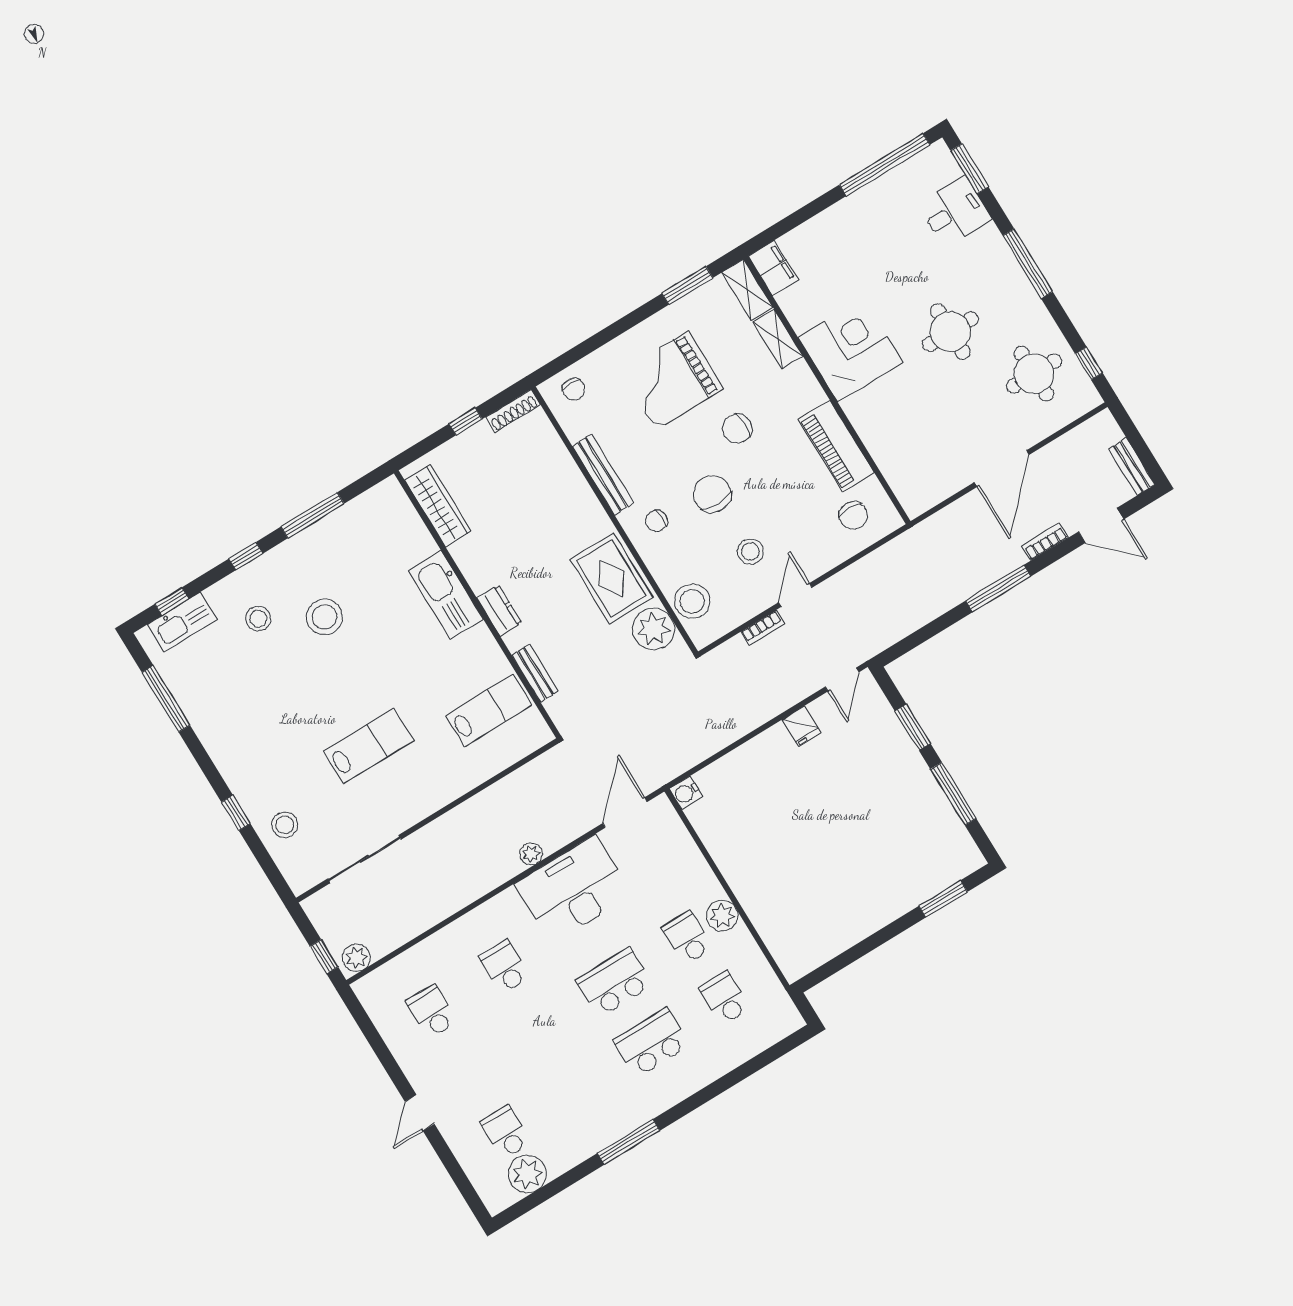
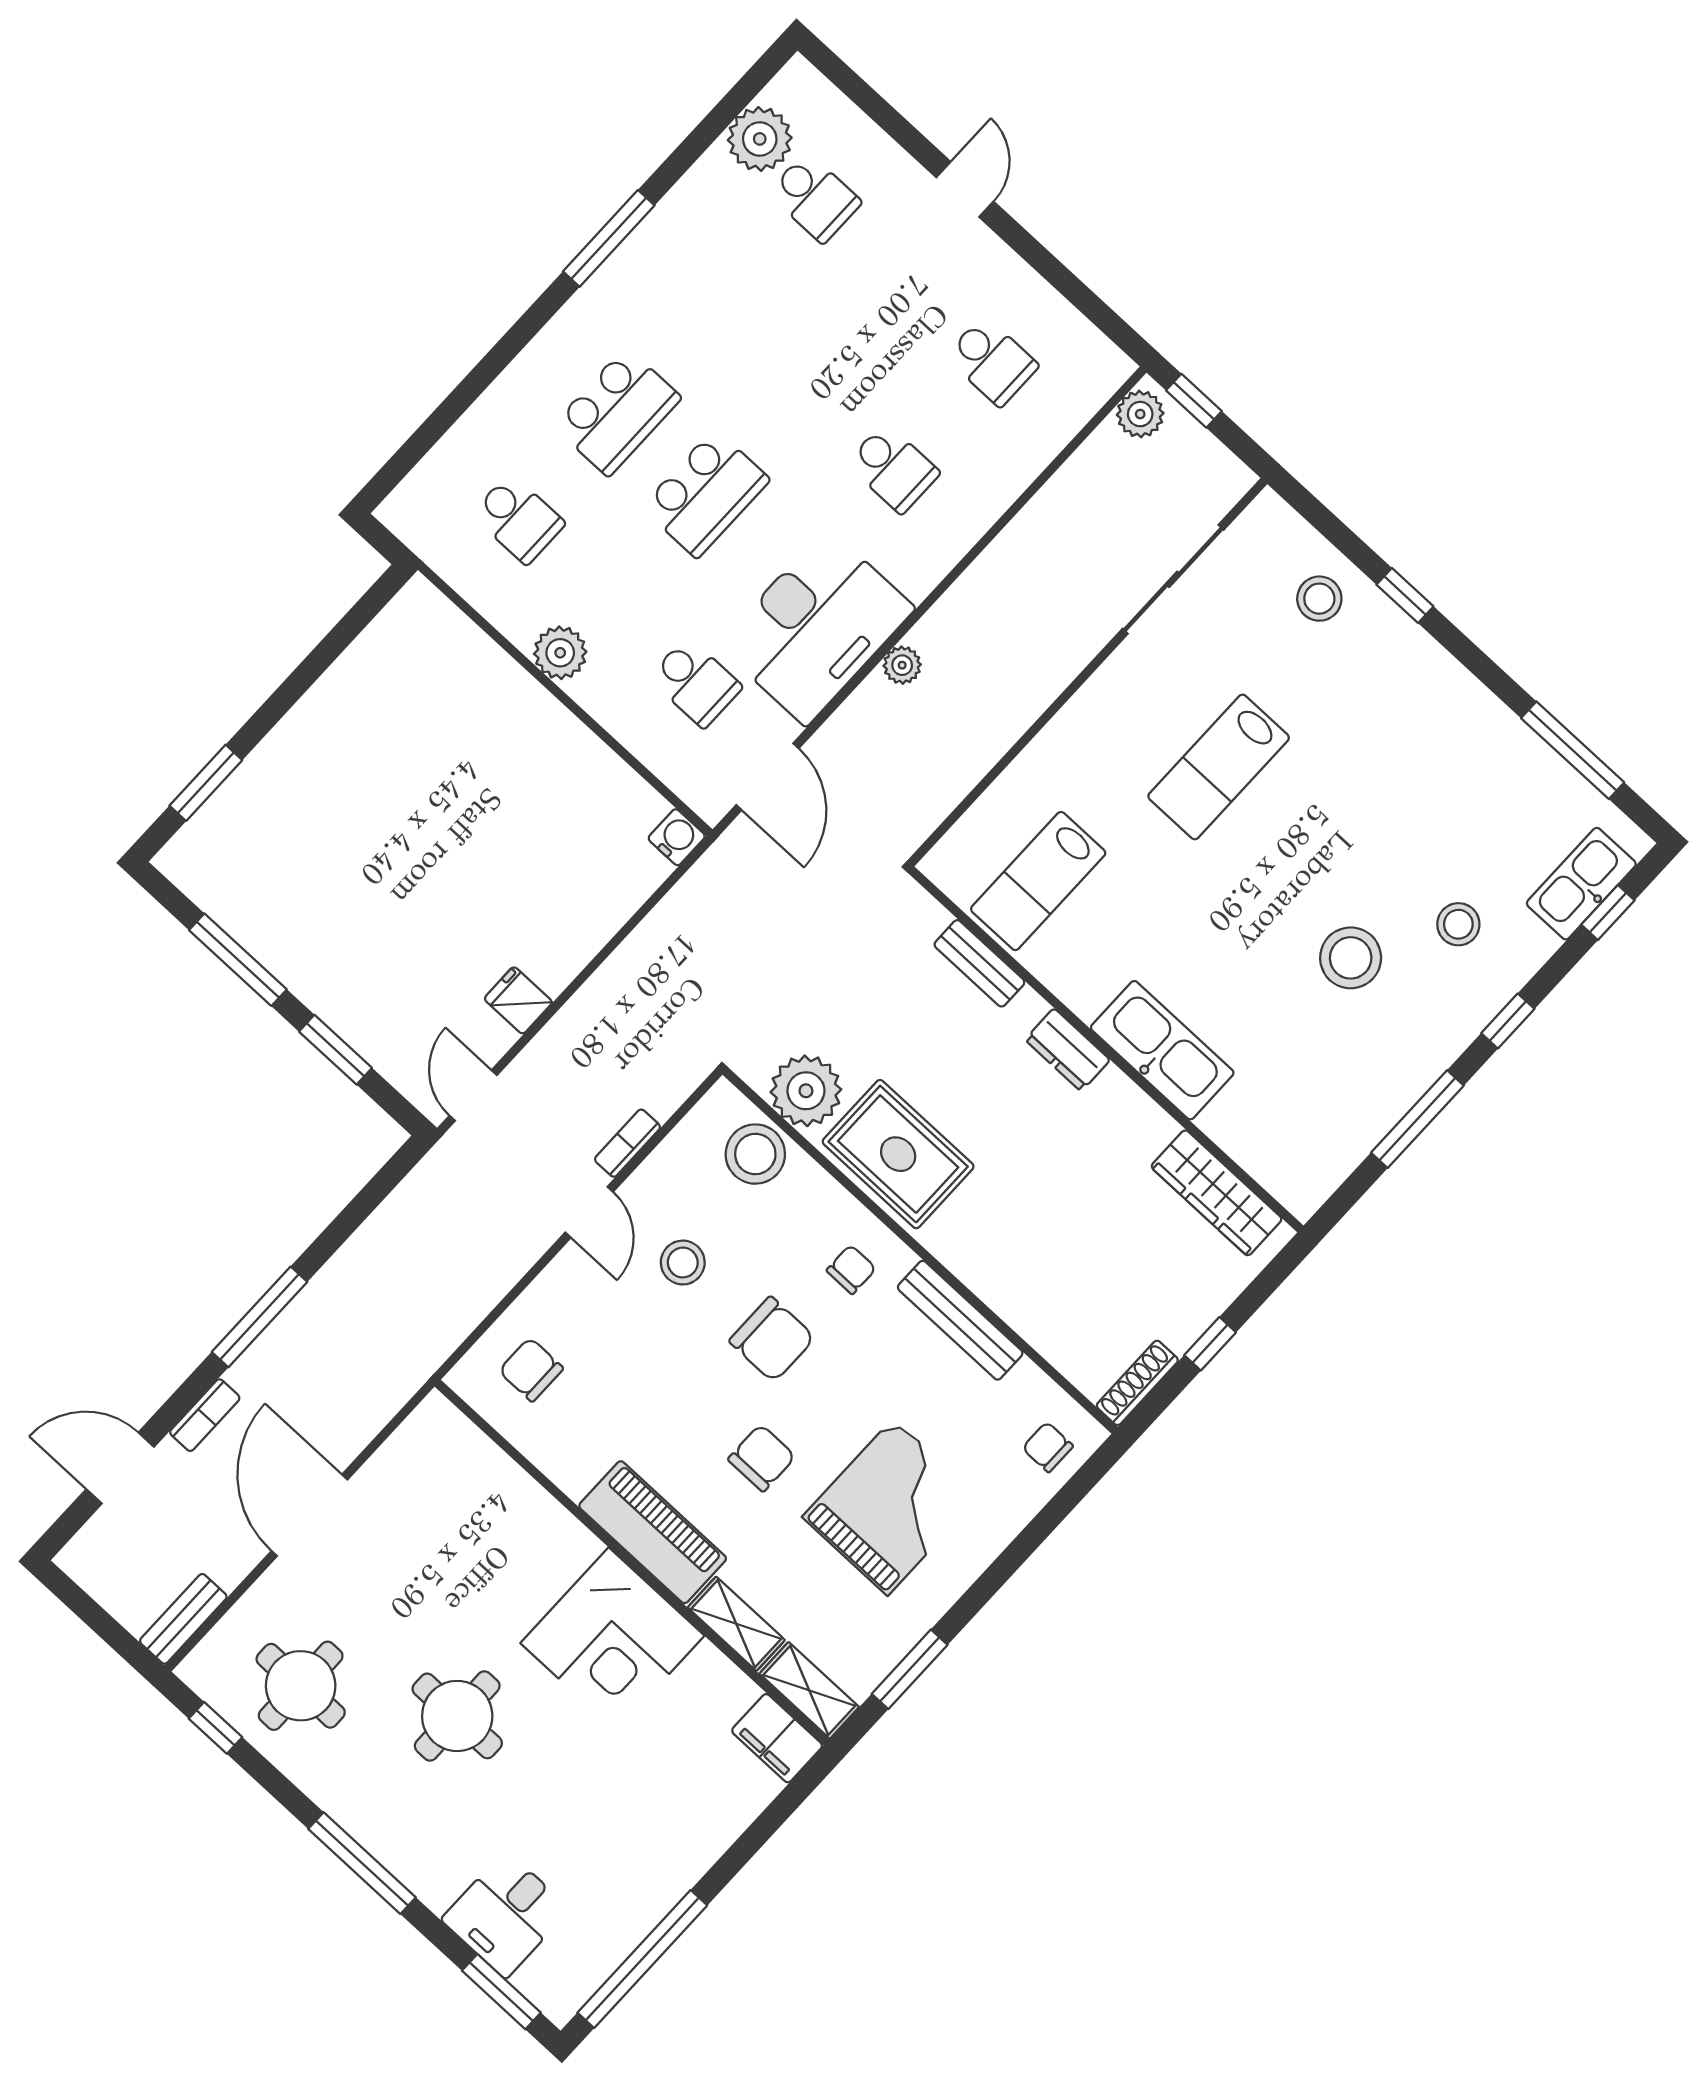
piano: (836, 446) -> (653, 1532), moved
bench: (1132, 466) -> (183, 1619), moved, turned 90
school desk: (688, 938) -> (695, 682), moved

